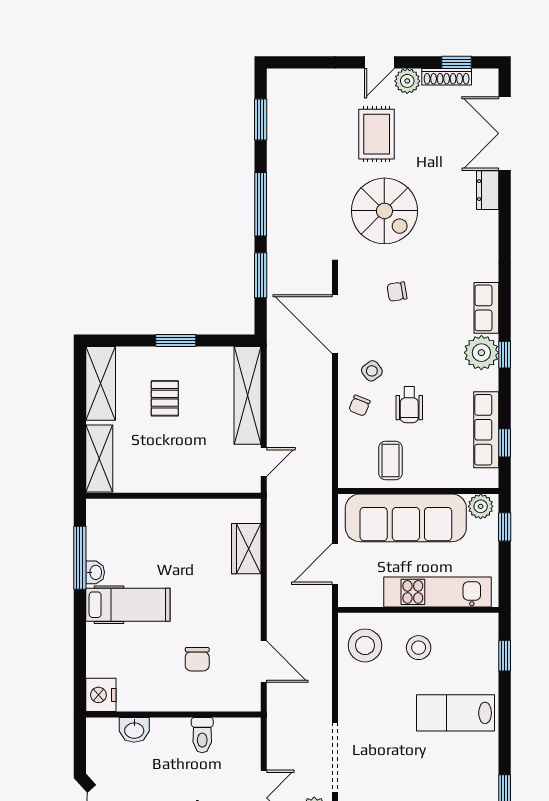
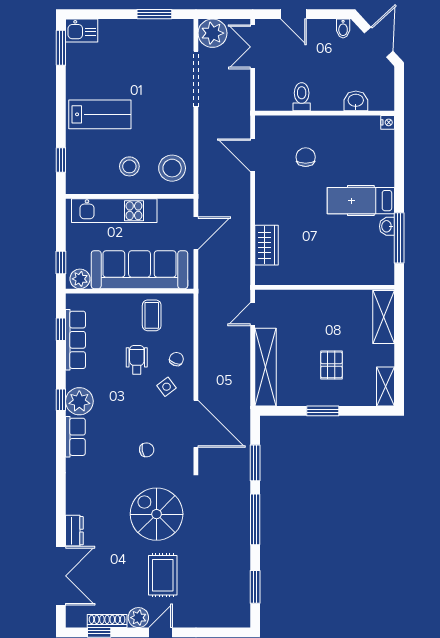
shelving: (101, 383) -> (385, 387), width x0.67, depth x0.75
nightstand: (101, 695) -> (388, 122), width x0.53, depth x0.56

